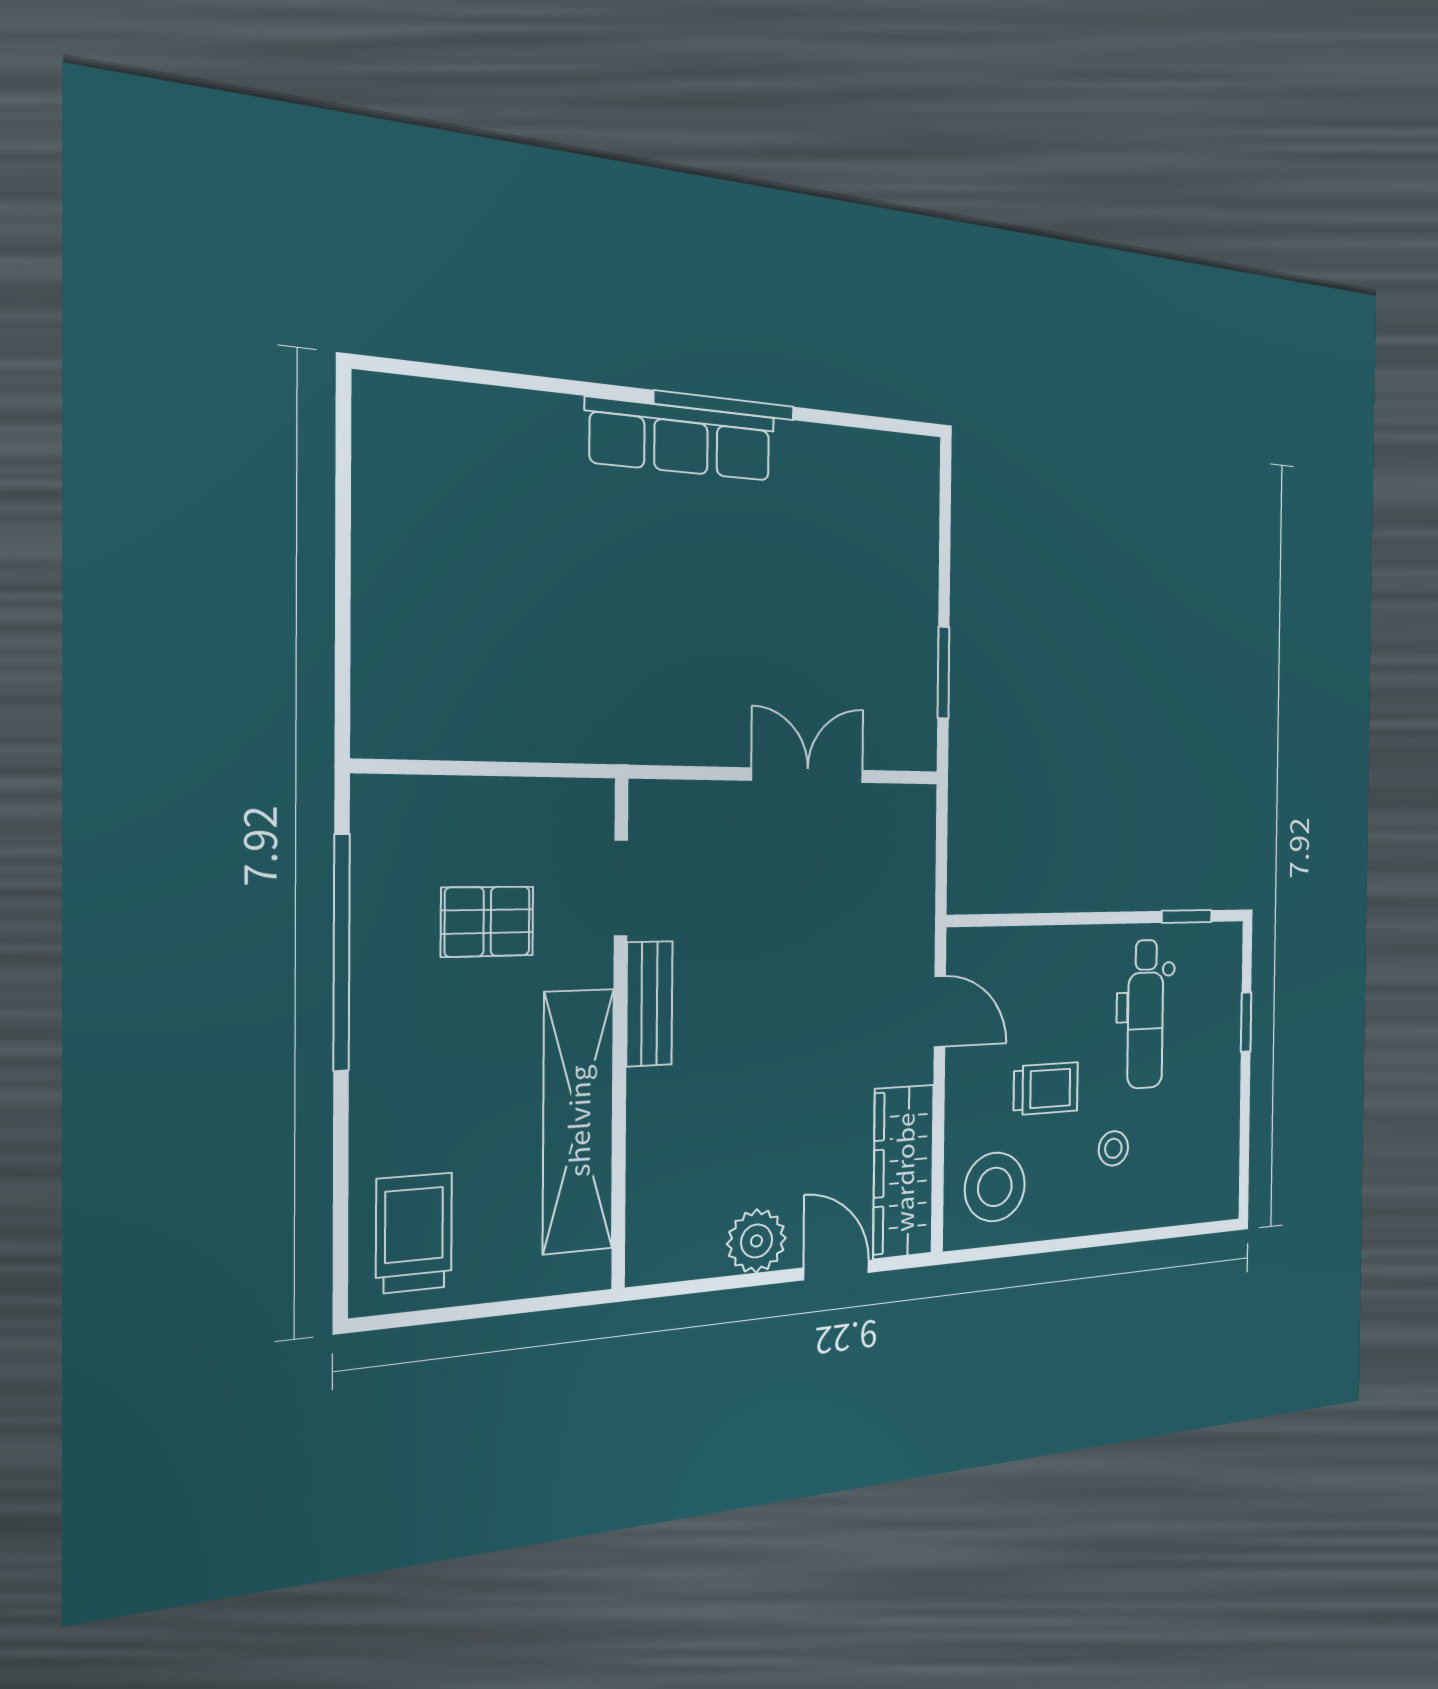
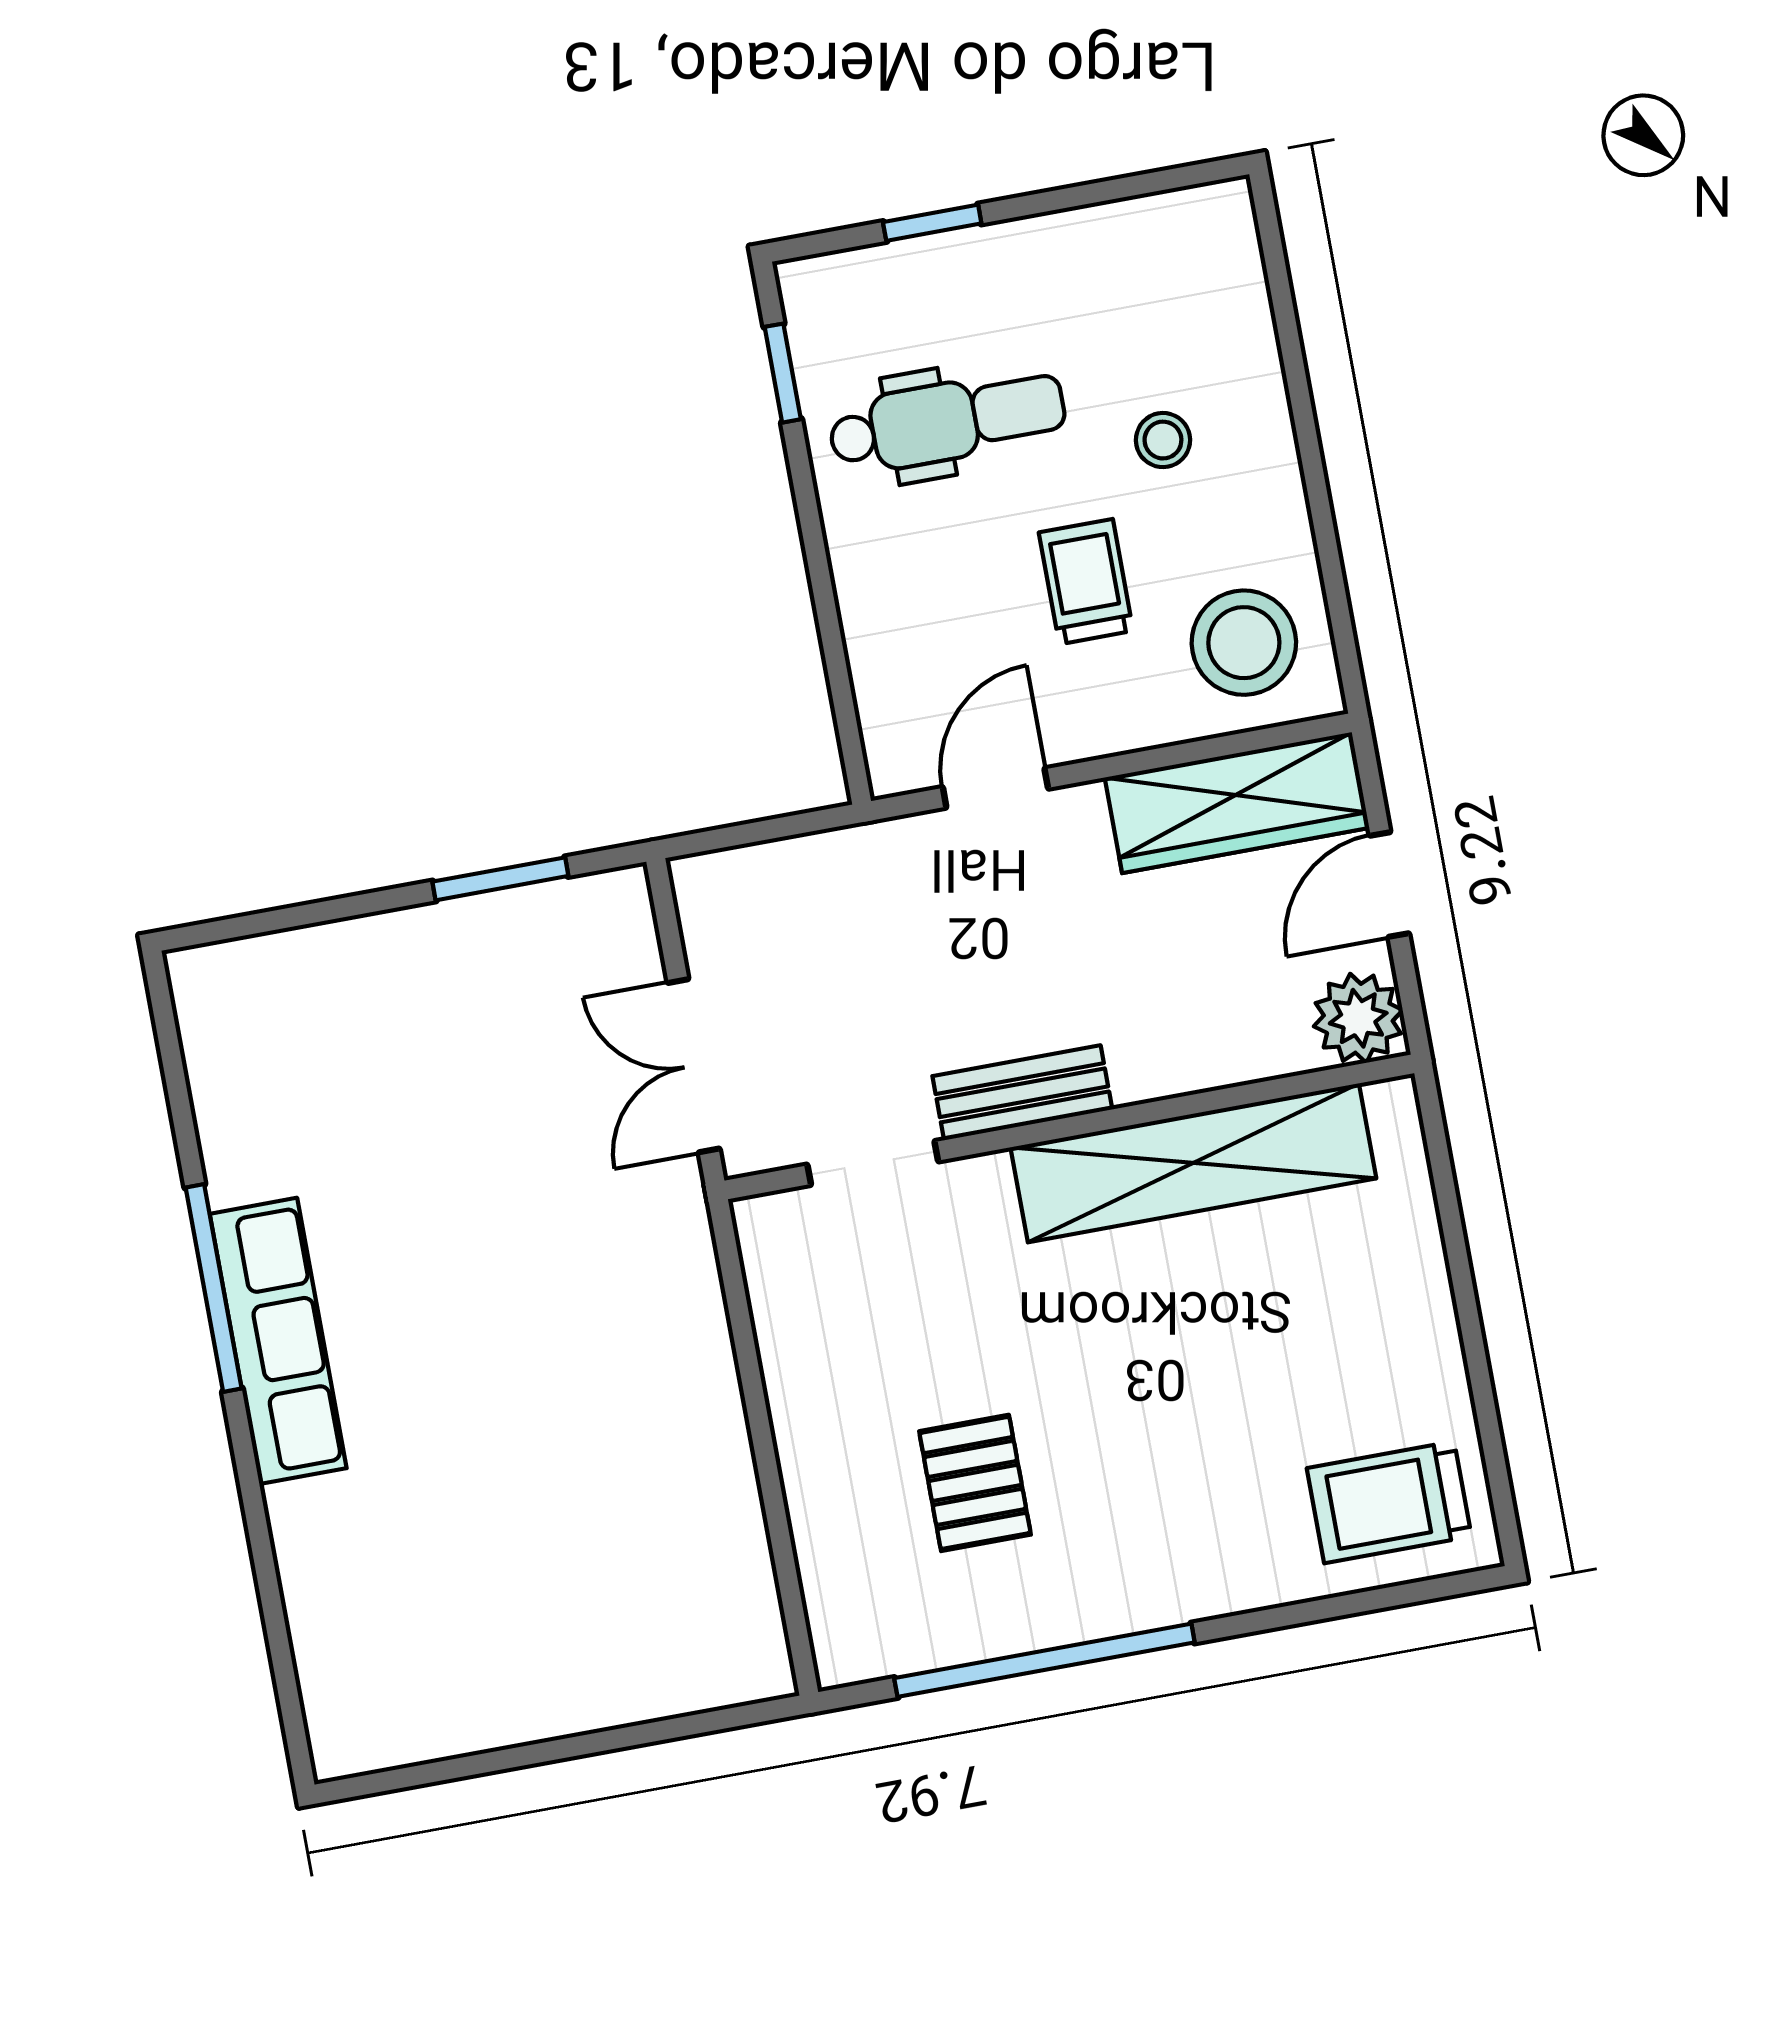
doorway: (621, 888) -> (873, 1163), moved
bench: (649, 1004) -> (1022, 1093), moved
wall: (620, 1034) -> (1069, 1127), moved
shelving: (578, 1121) -> (1193, 1163), moved

